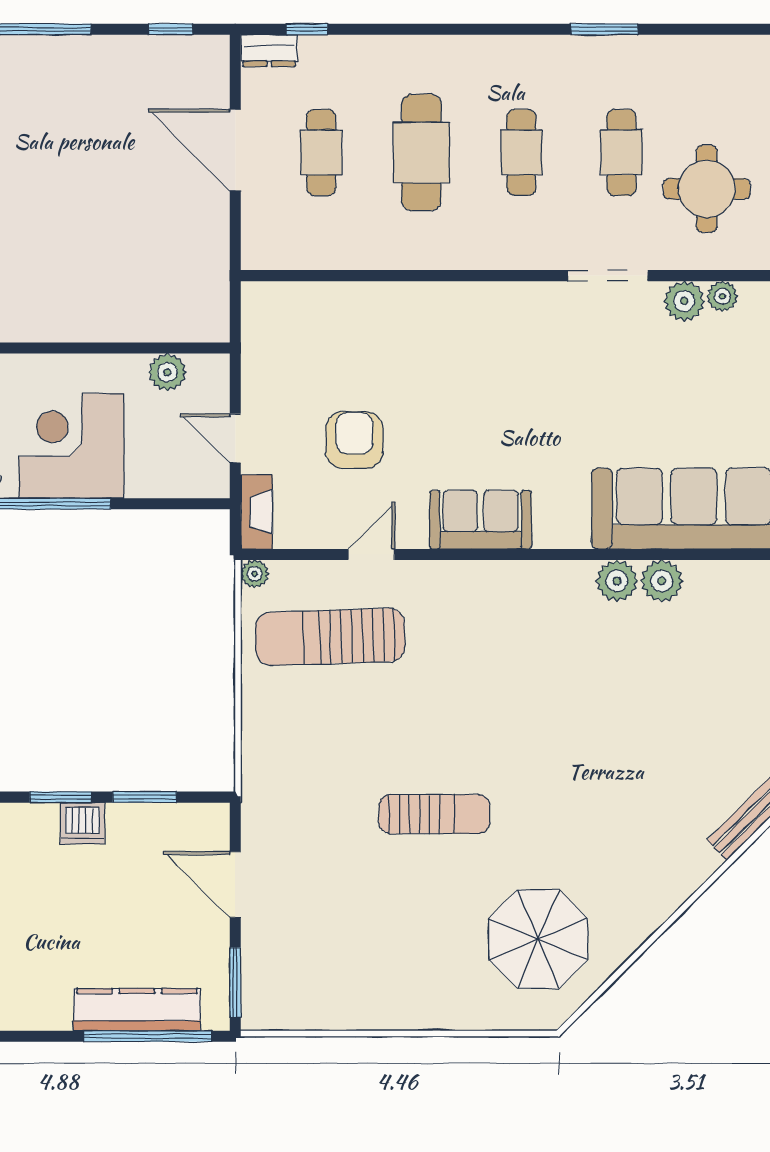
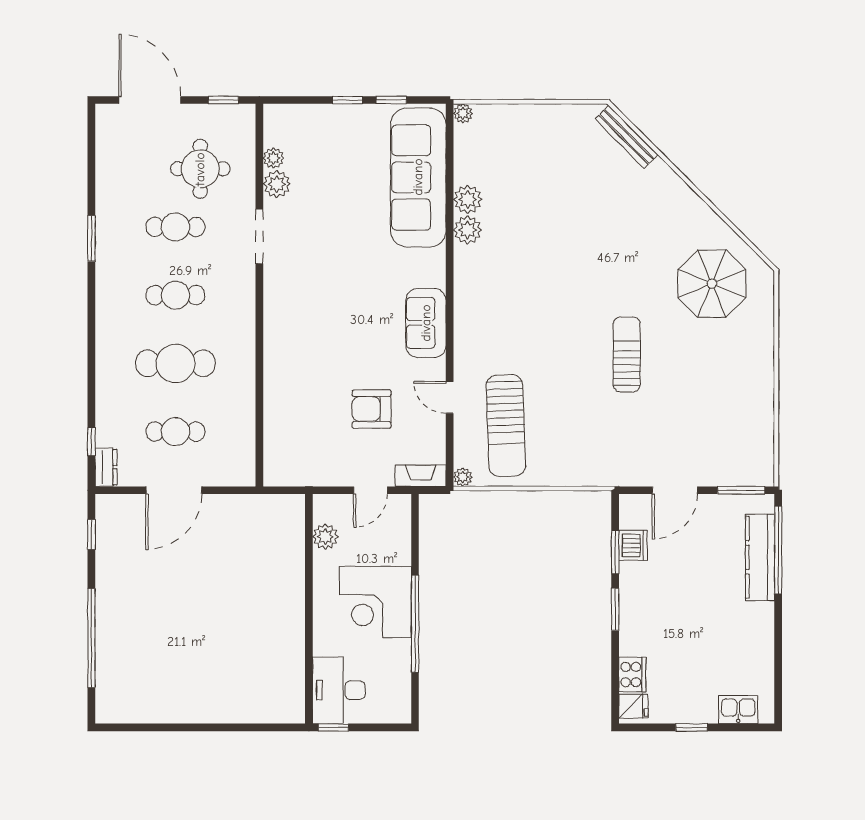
dishwasher: (82, 823) -> (633, 545), moved

